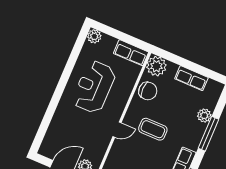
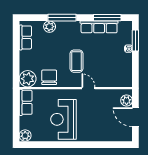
row of seats: (191, 78) -> (25, 37), moved
reception desk: (94, 87) -> (64, 119), turned 90

